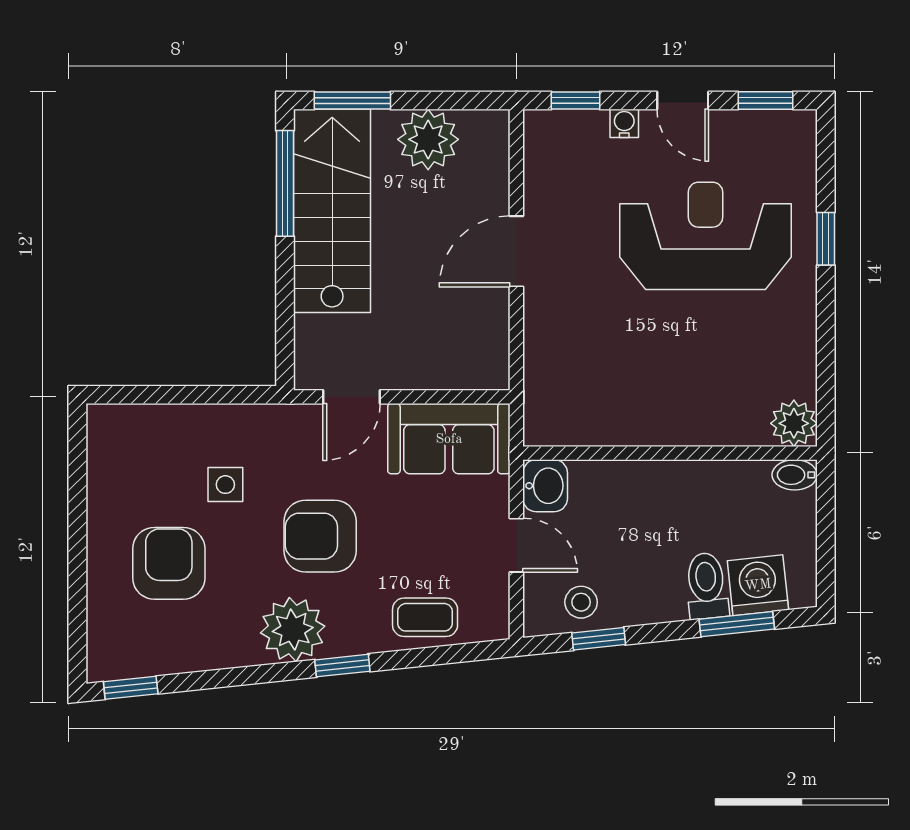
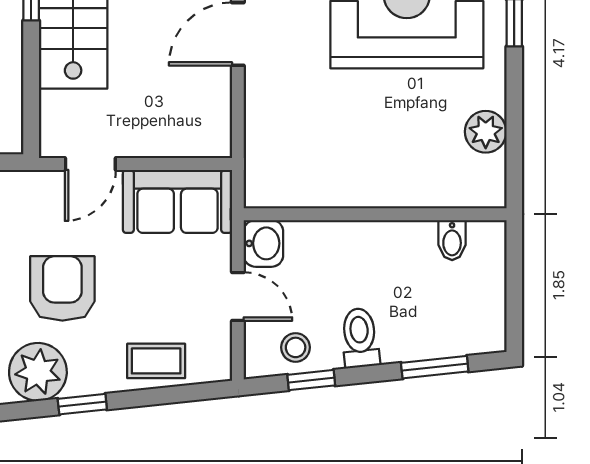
plant: (794, 423) -> (486, 132), moved
bidet: (795, 475) -> (452, 240), moved, turned -90
armchair: (320, 536) -> (62, 288), turned 90
washing machine: (758, 585) -> (454, 332), removed
toilet: (707, 586) -> (360, 338), moved

